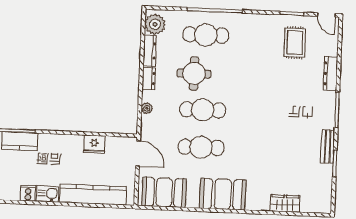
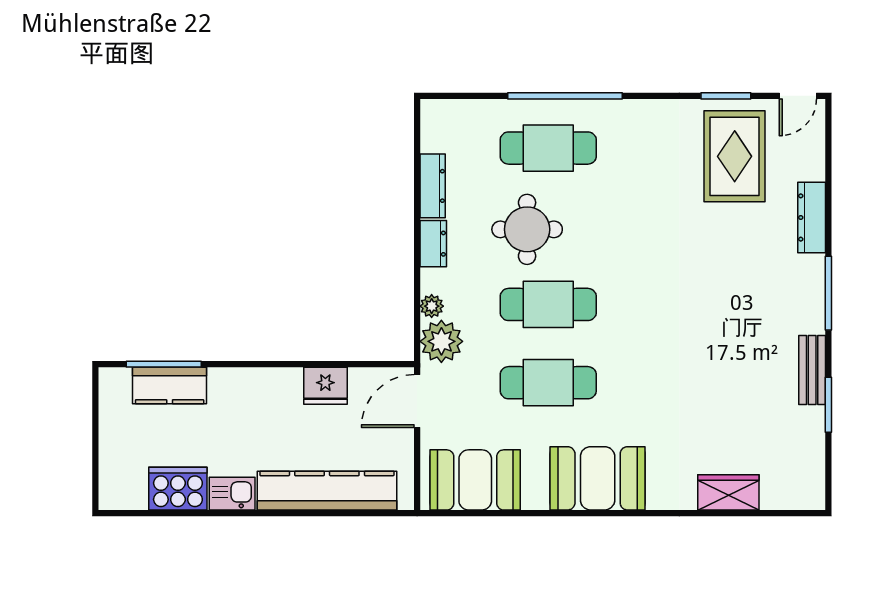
door: (326, 15) -> (798, 96), hinge flipped
plant: (155, 24) -> (441, 341), moved
rug: (295, 43) -> (735, 156), width x1.36, depth x1.43
door: (138, 153) -> (417, 401), swing flipped
cooker: (28, 193) -> (178, 489), width x1.87, depth x1.31

